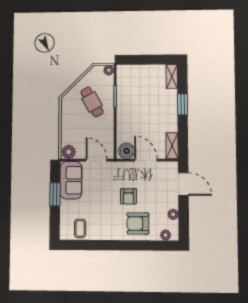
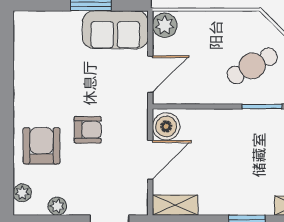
armchair: (128, 196) -> (88, 130), turned 180
coffee table: (80, 228) -> (33, 46), removed

